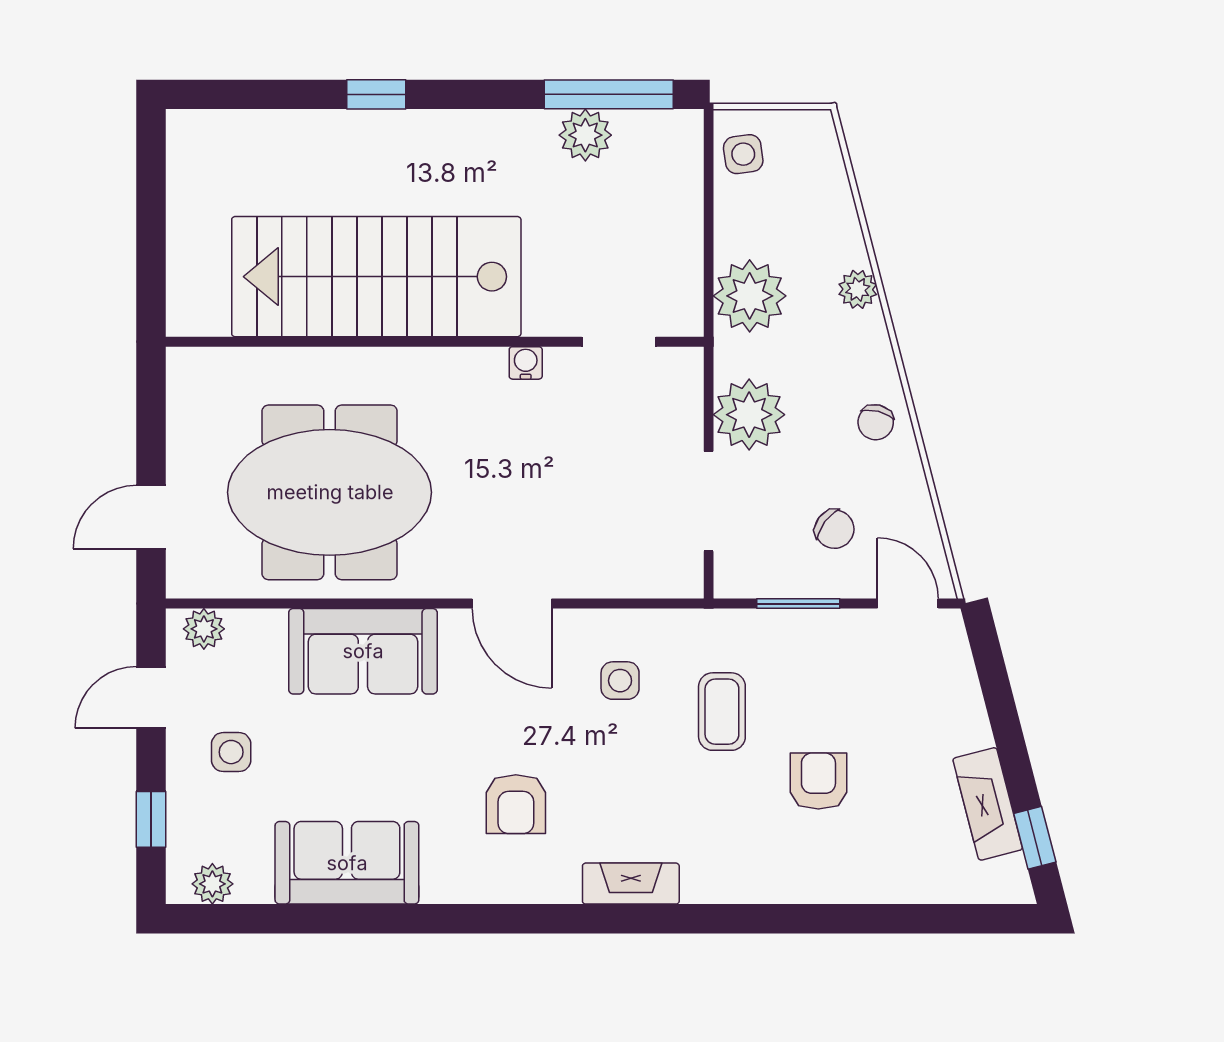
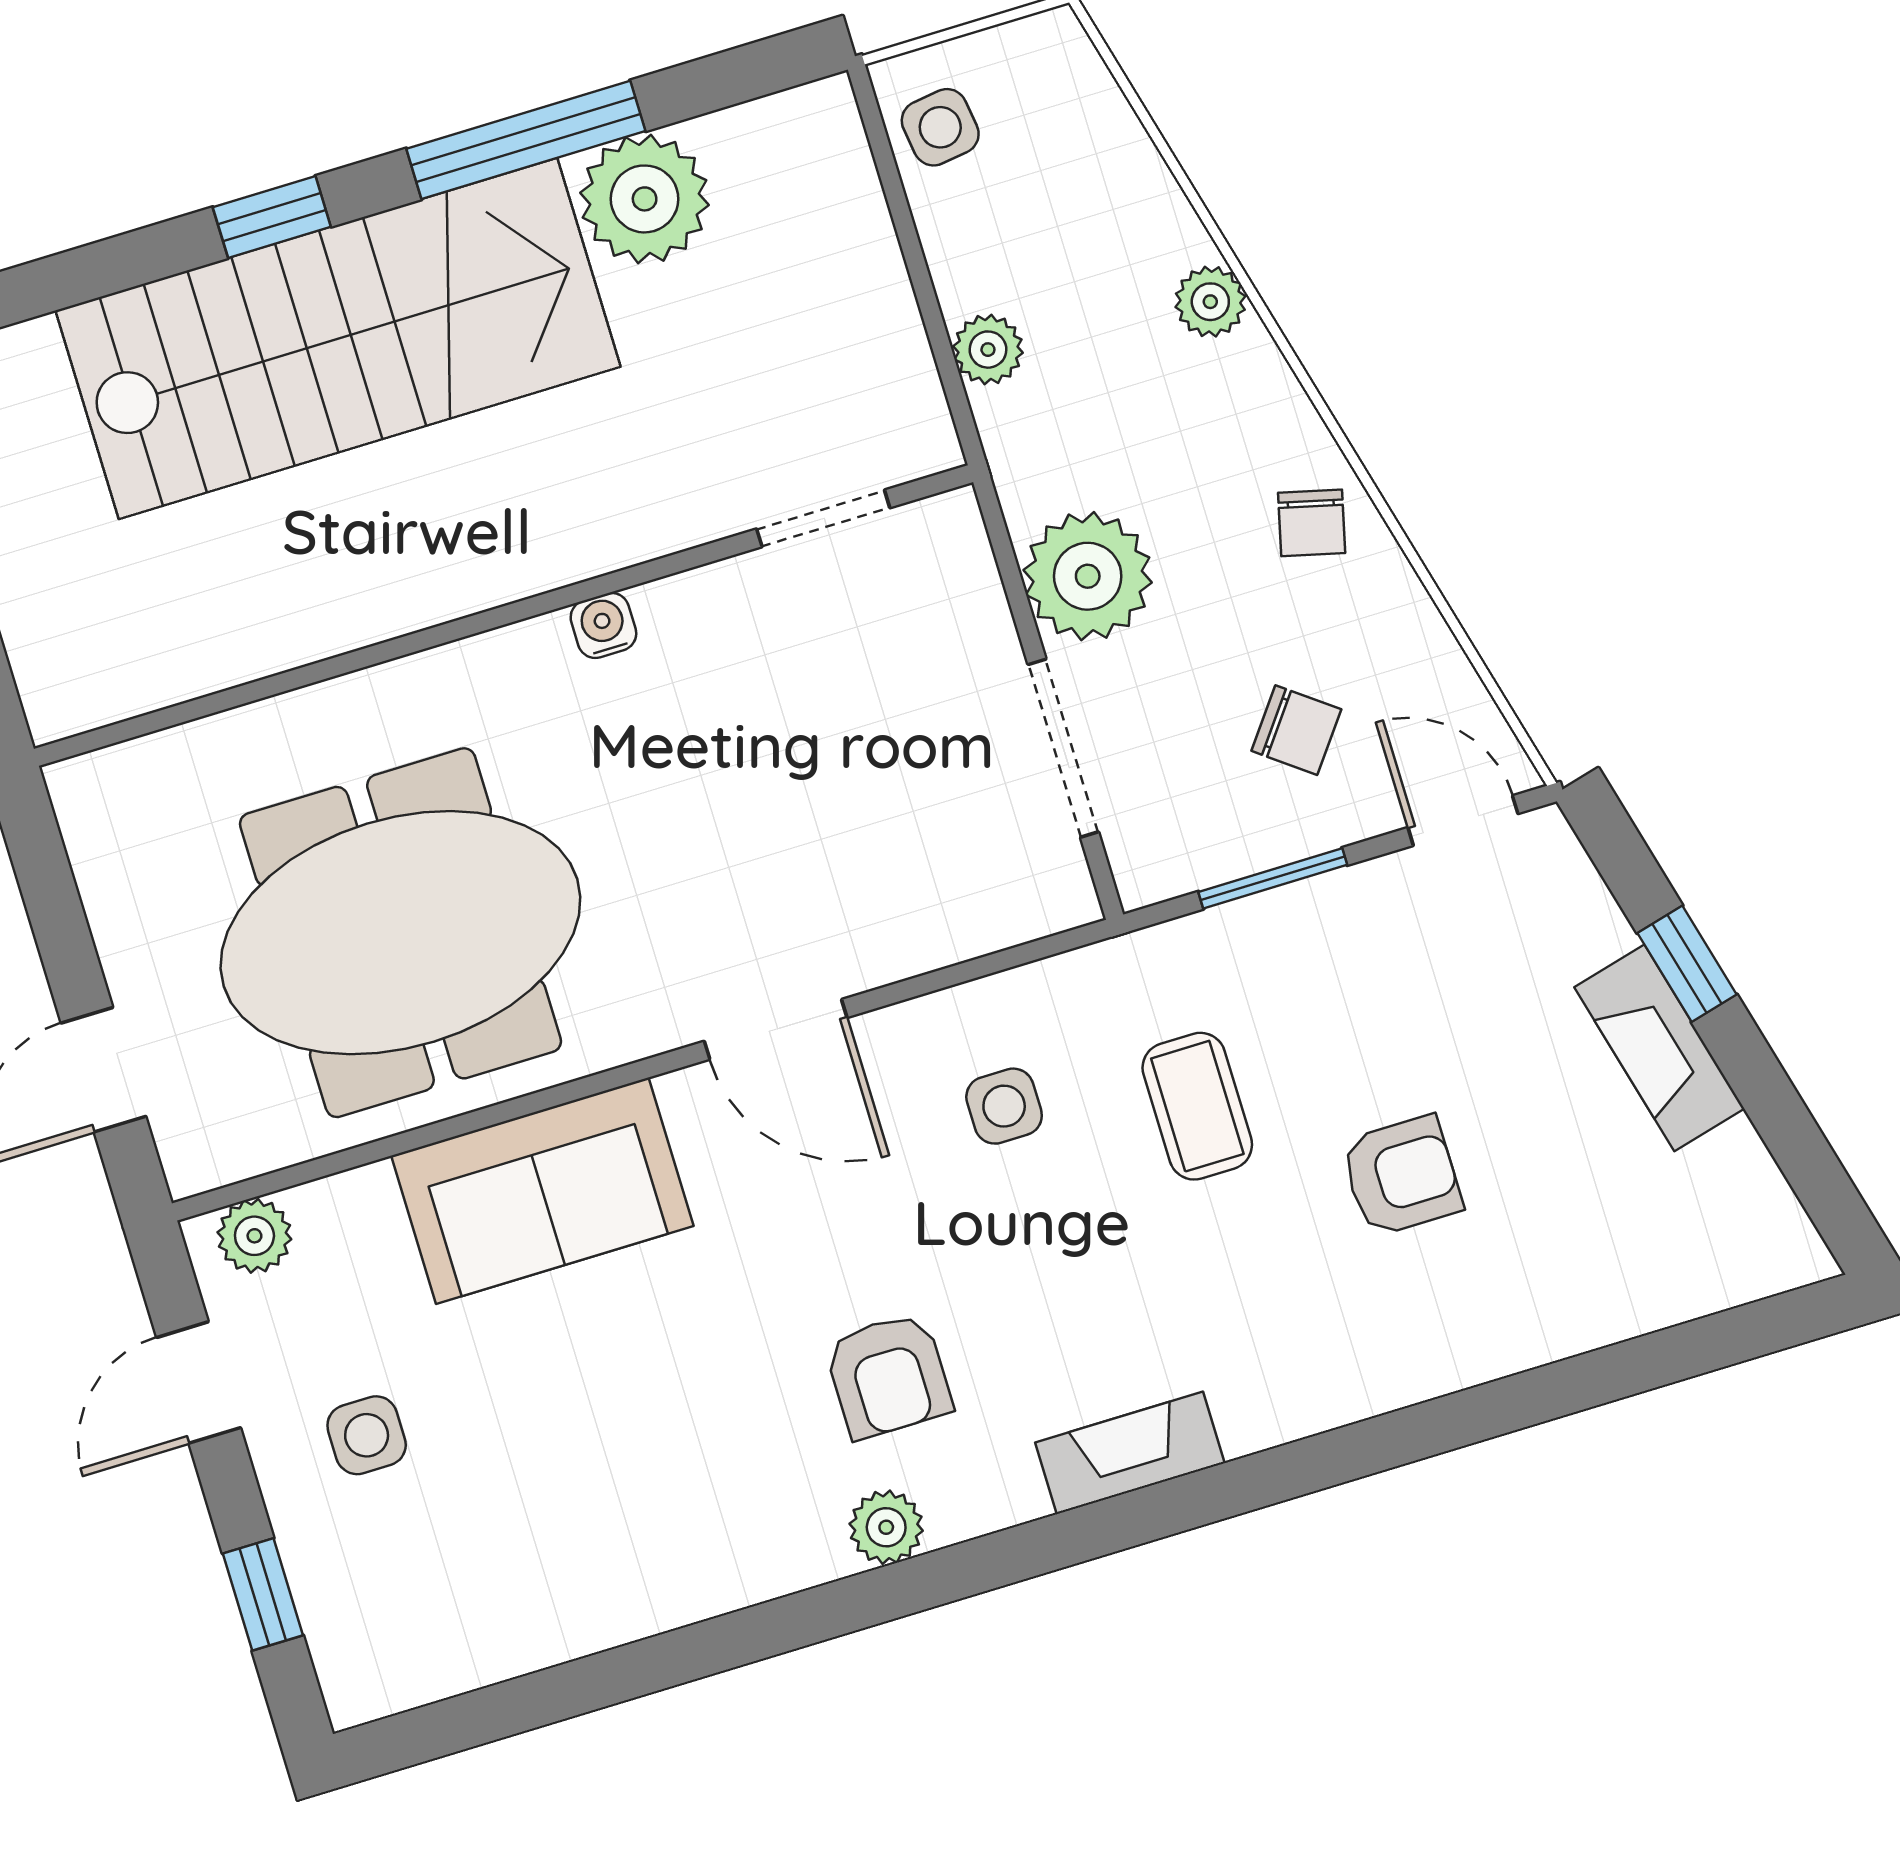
window: (609, 94) -> (526, 140), moved
plant: (585, 135) -> (645, 199), width x1.36, depth x1.36
stairs: (376, 277) -> (338, 339), moved, turned 180
plant: (750, 296) -> (988, 350), width x0.53, depth x0.53
water cooler: (526, 363) -> (603, 625), moved
armchair: (818, 781) -> (1401, 1176), turned 90
fireplace: (988, 804) -> (1659, 1048), moved
window: (1035, 838) -> (1687, 964), moved
sofa: (347, 863) -> (626, 1566), removed
plant: (212, 884) -> (886, 1527), moved

